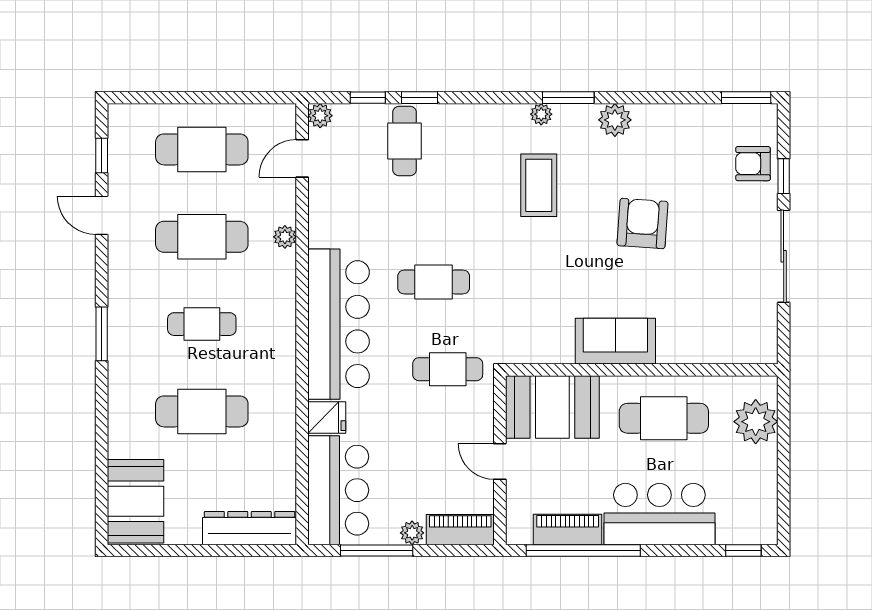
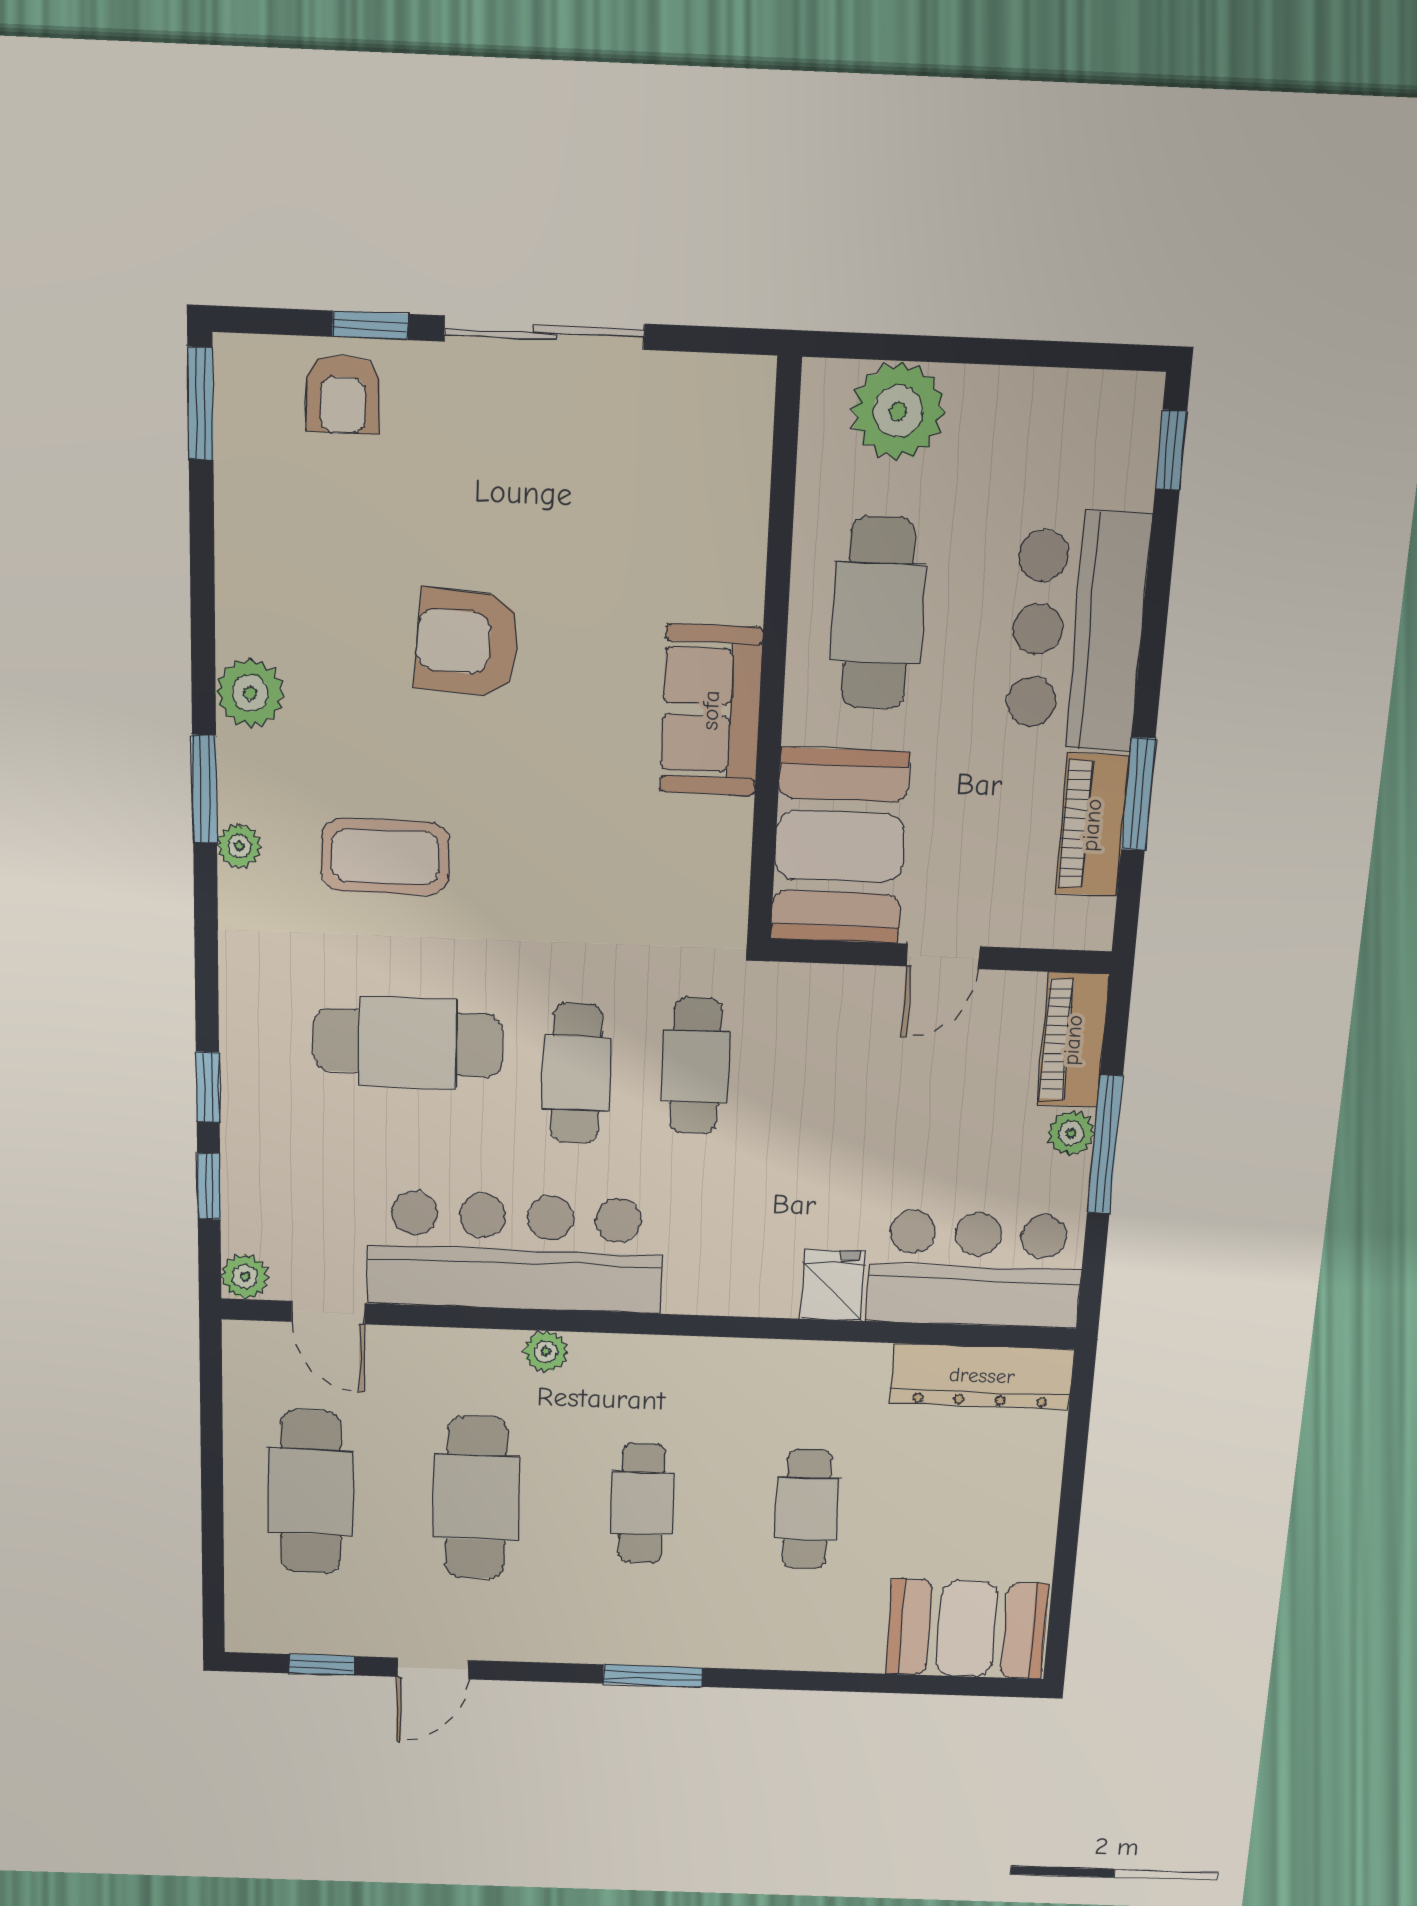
cafe table: (405, 141) -> (408, 1043), moved, width x1.37, depth x1.35
plant: (285, 237) -> (546, 1352), moved
bar counter: (339, 324) -> (516, 1252), moved
cafe table: (448, 369) -> (696, 1066), moved
cafe table: (202, 411) -> (807, 1509), width x0.73, depth x0.74
dresser: (250, 528) -> (982, 1376), moved, turned -90
window: (377, 550) -> (1105, 1145), moved
window: (583, 550) -> (1138, 794), width x0.47

